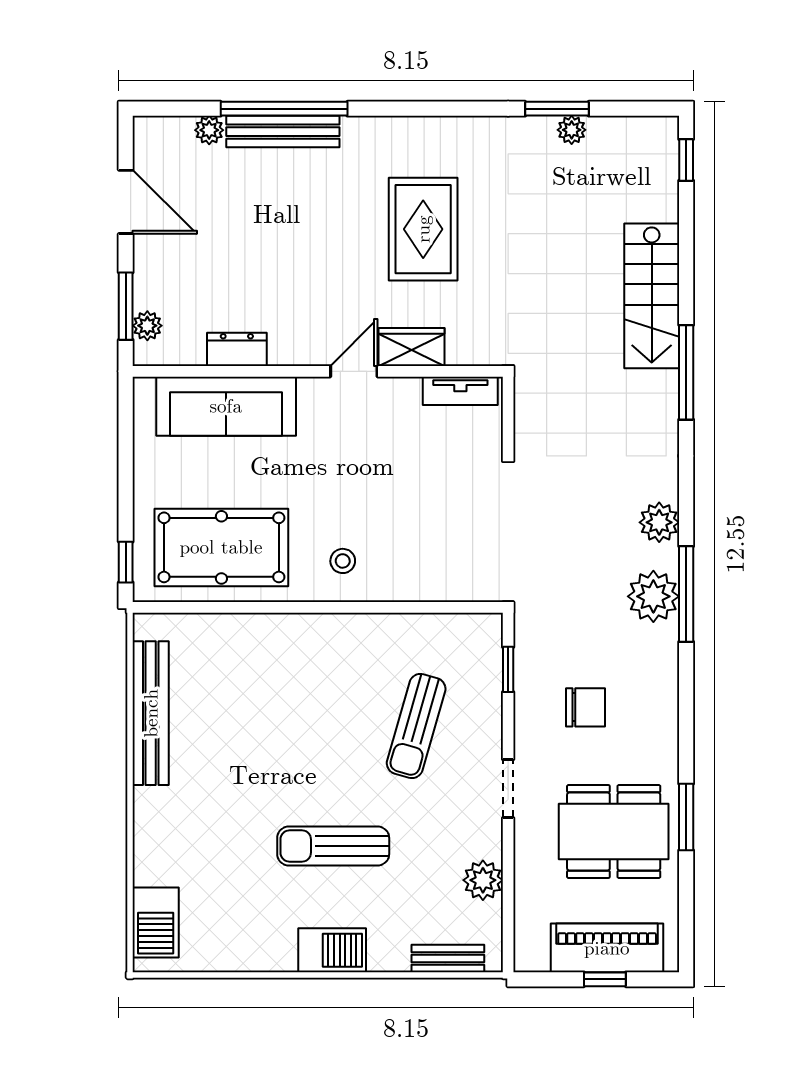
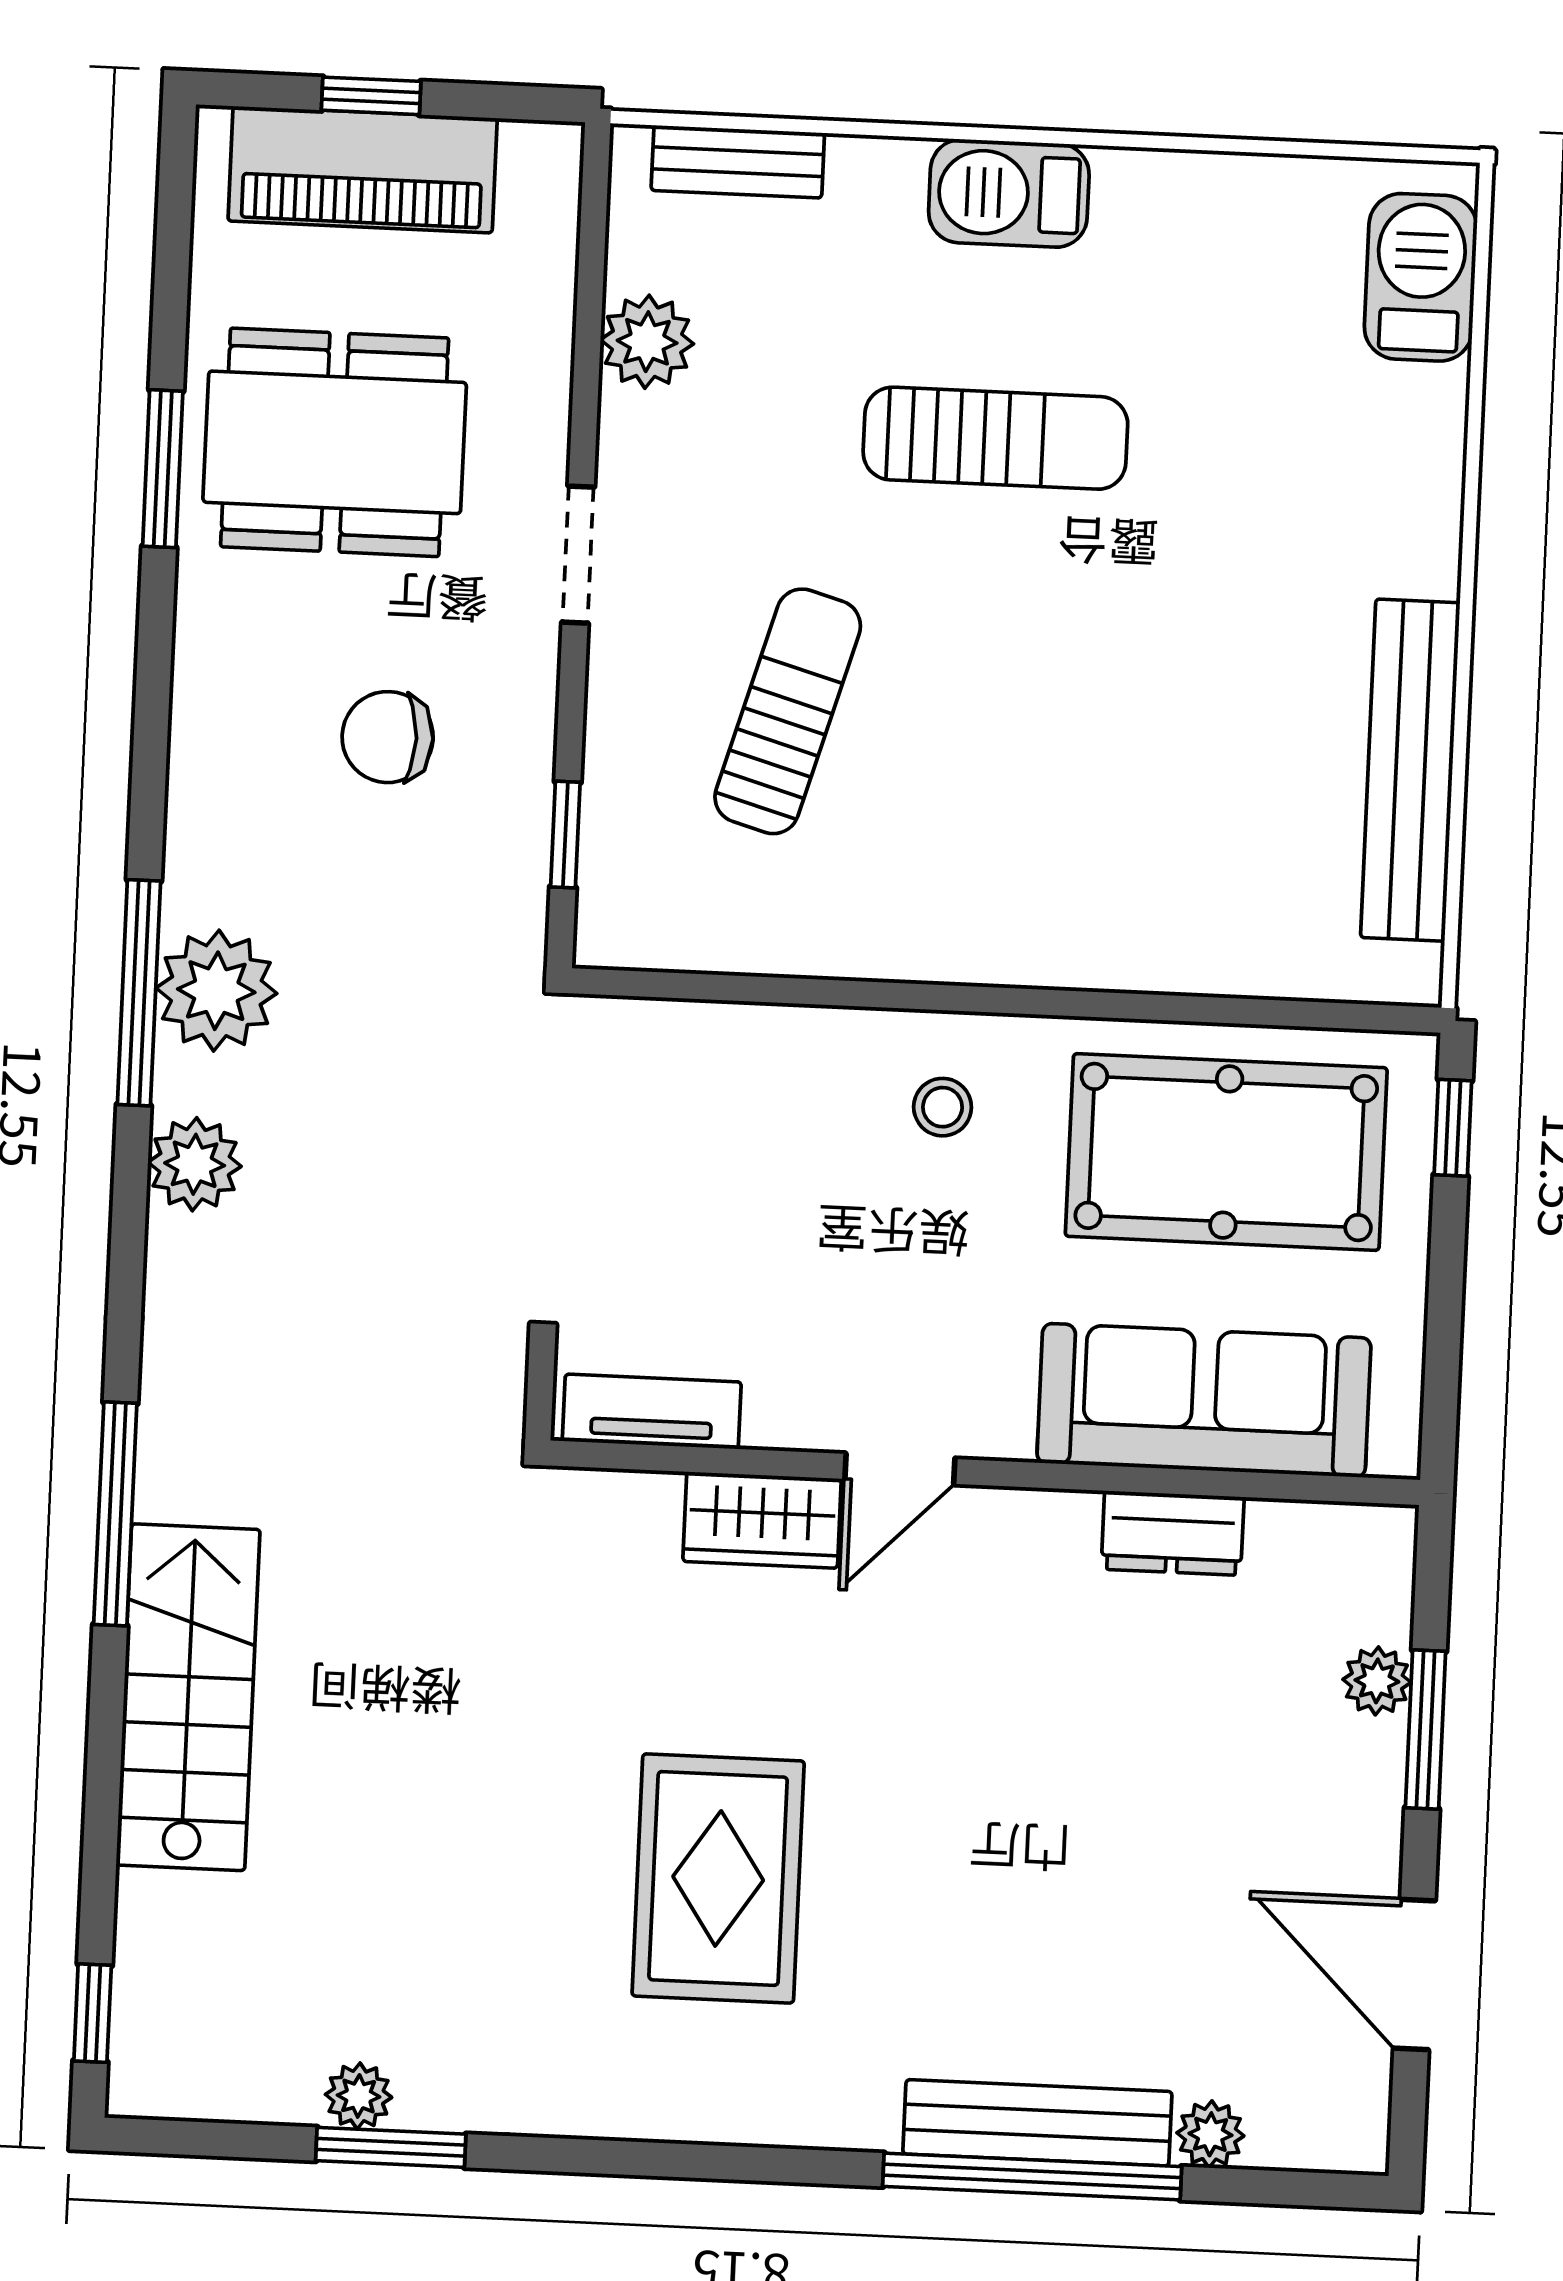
wardrobe: (411, 347) -> (762, 1520), moved
dresser: (237, 349) -> (1173, 1533), moved
wall: (318, 371) -> (985, 1473), moved
door: (354, 371) -> (900, 1469), moved
tv unit: (460, 391) -> (652, 1412), moved
sofa: (226, 406) -> (1204, 1400), moved

